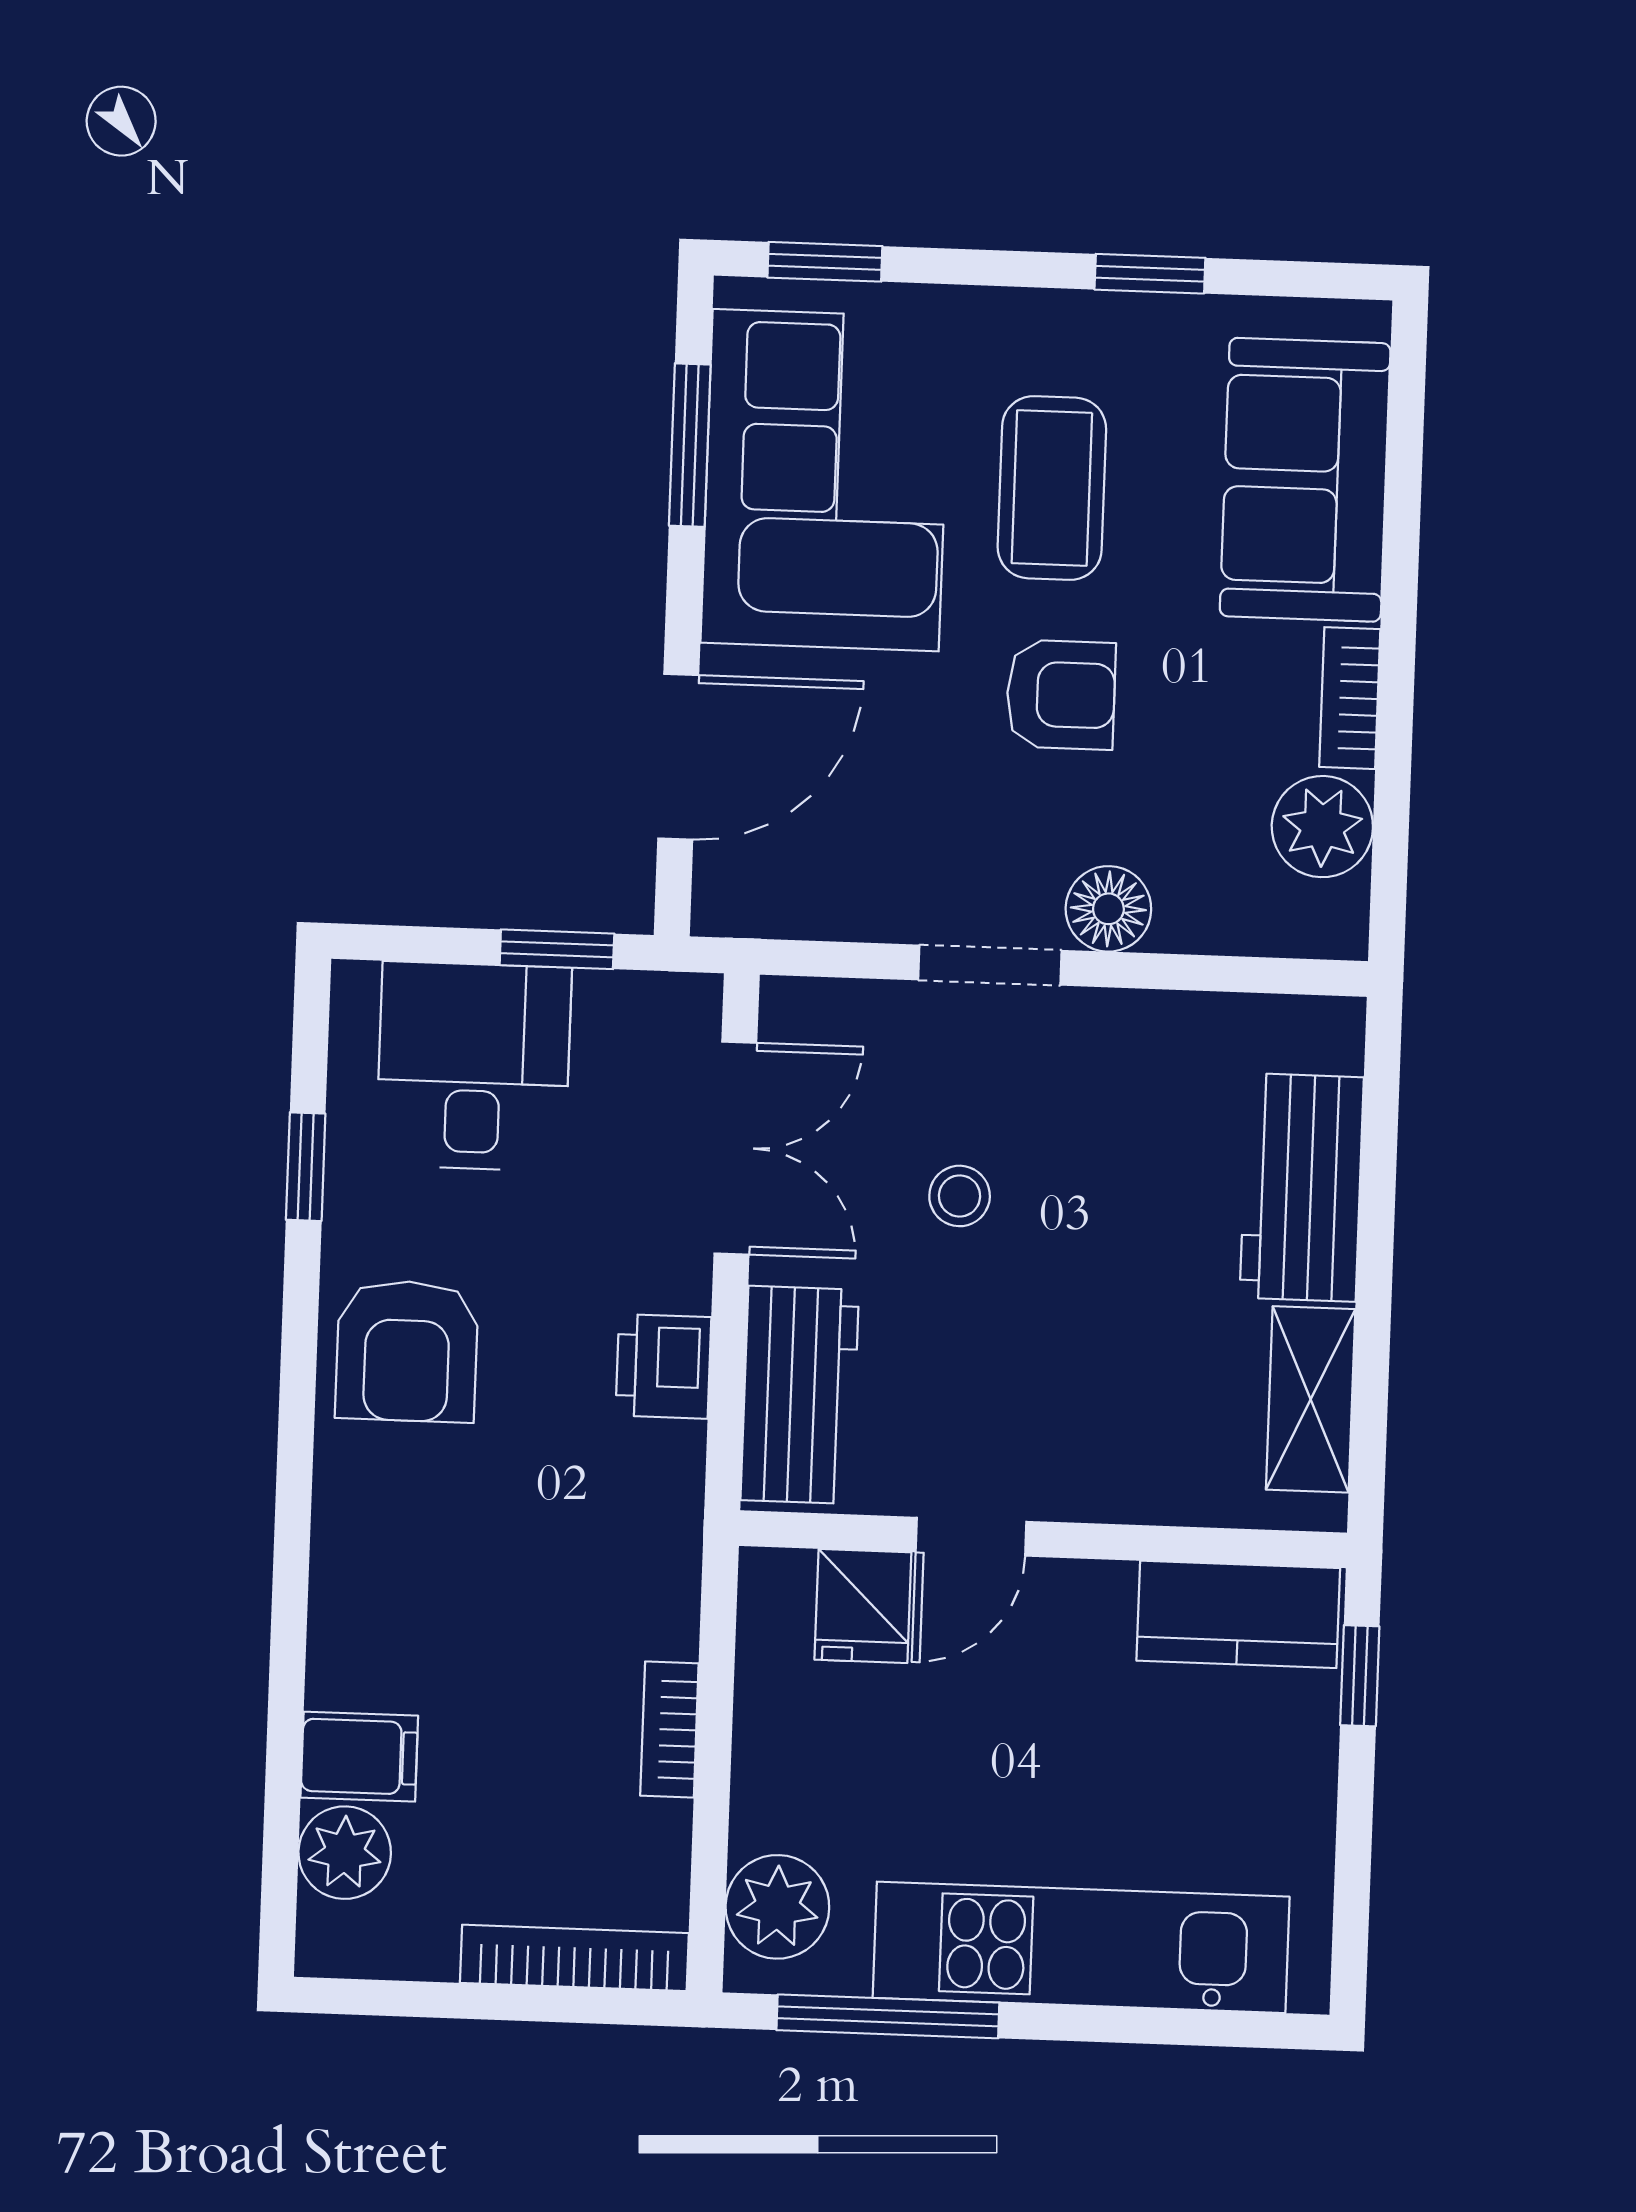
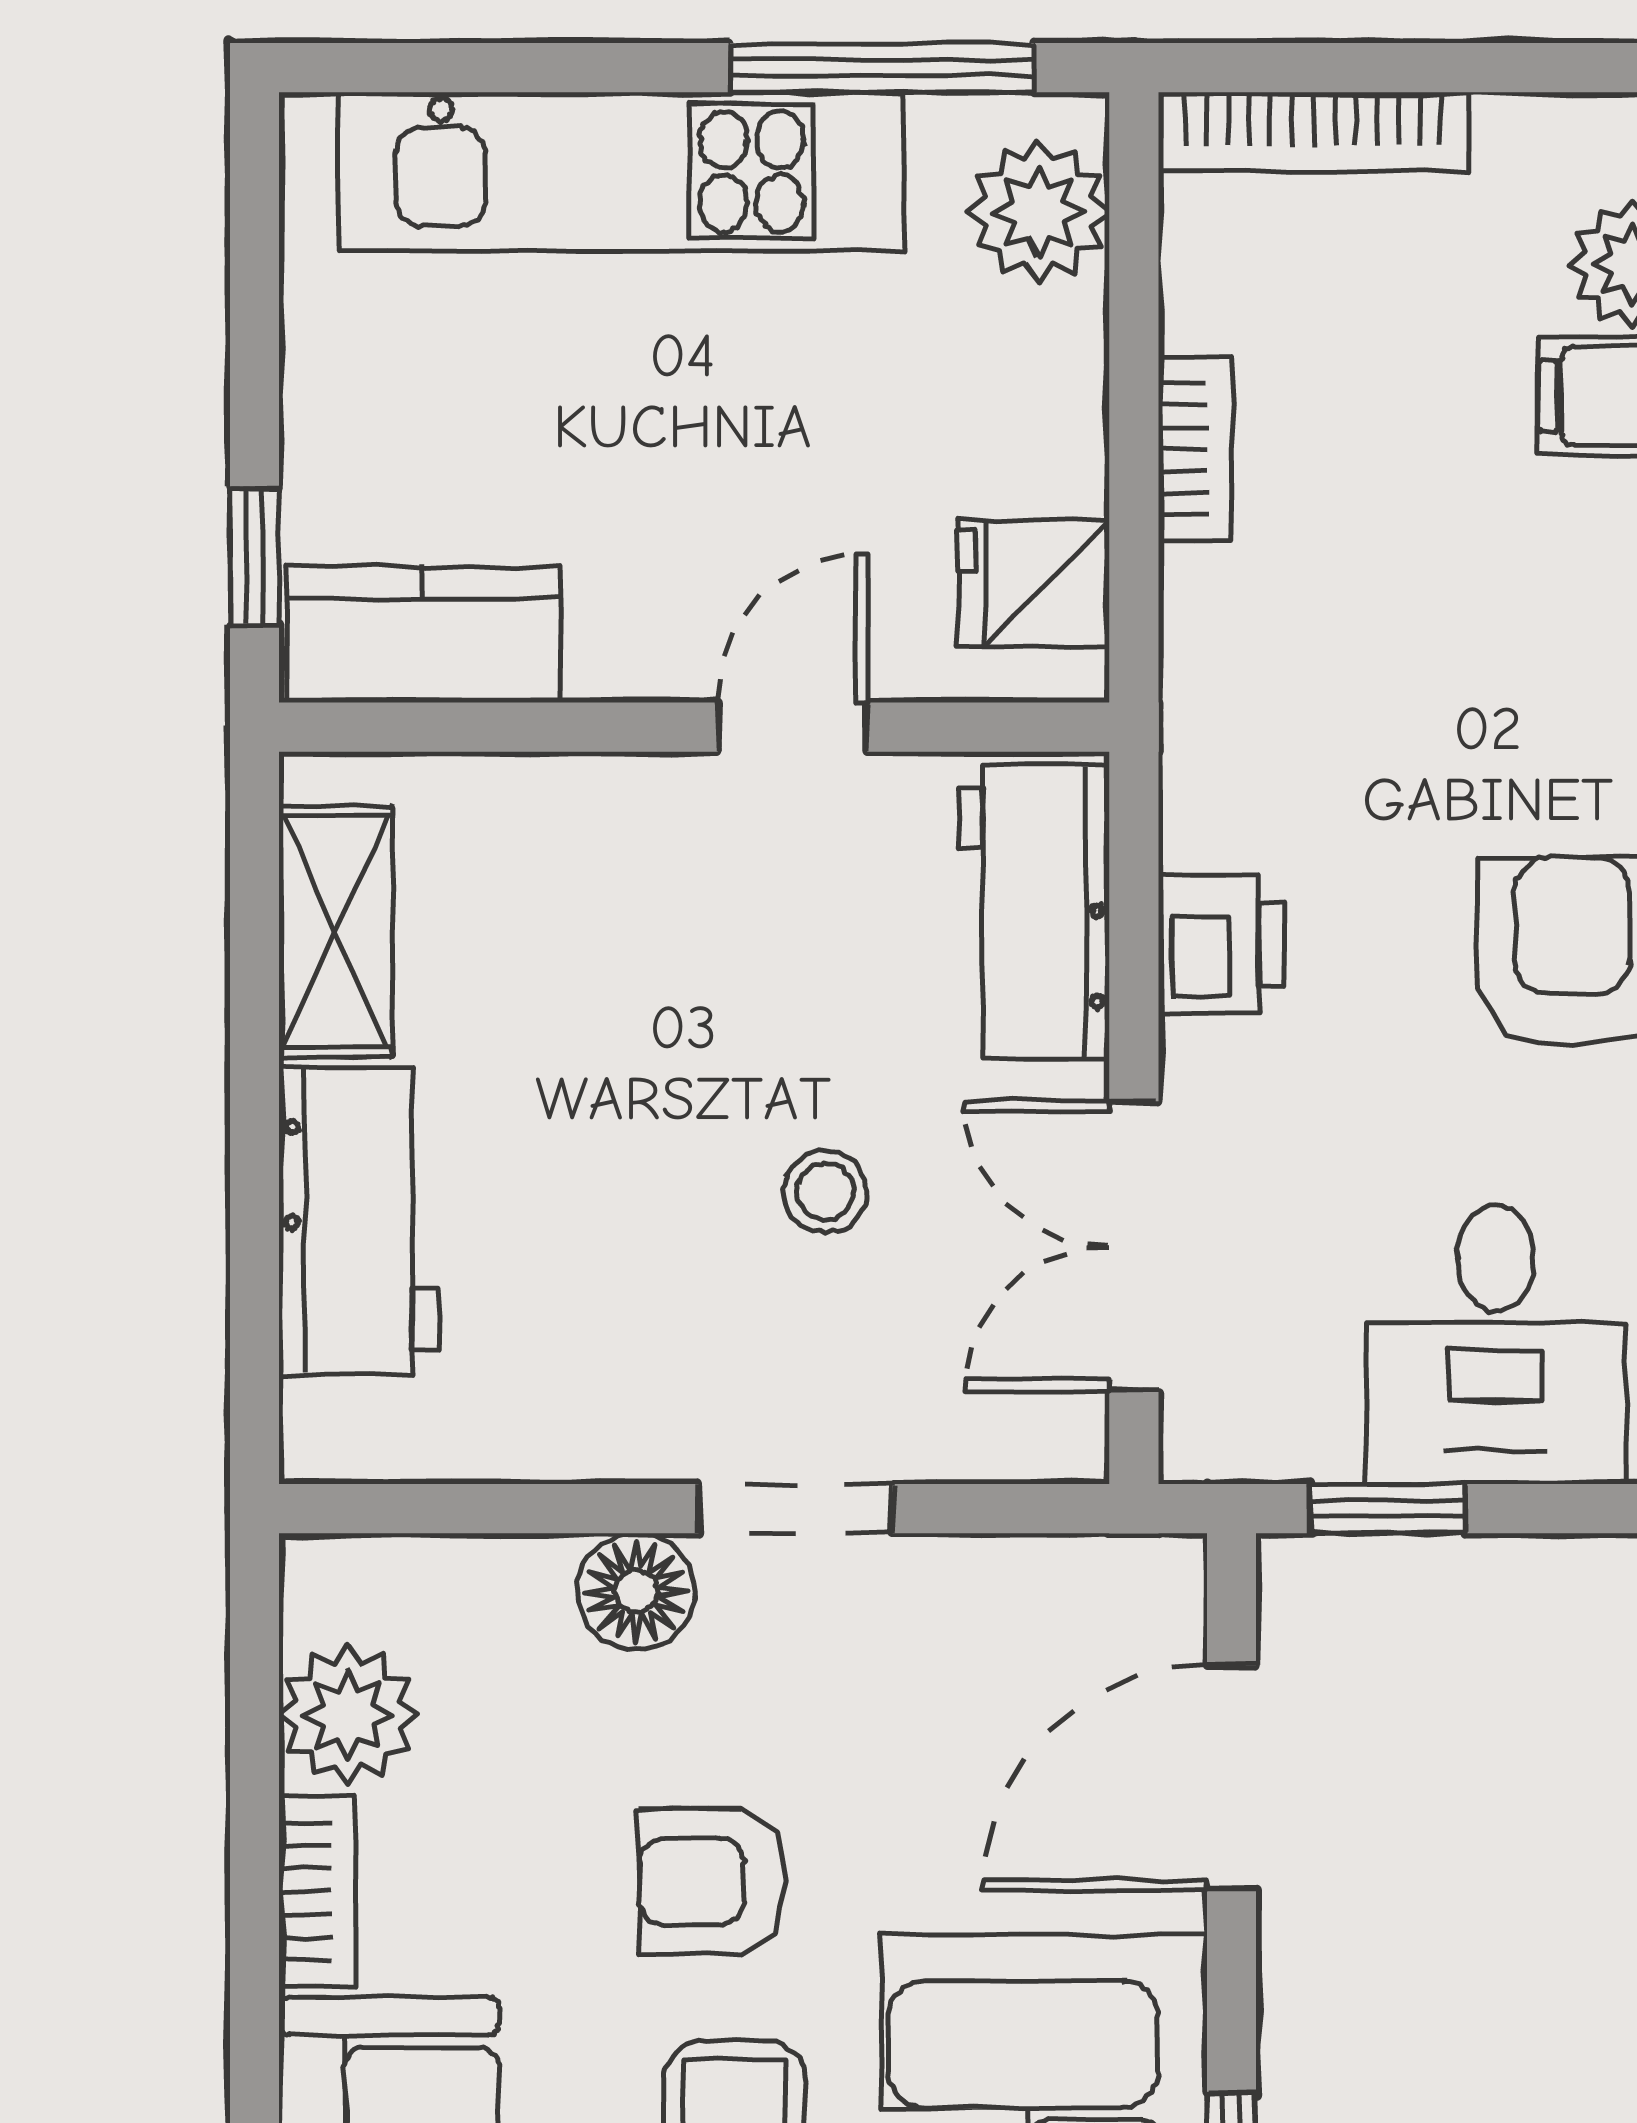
fridge: (863, 1606) -> (1034, 584), moved, turned -90

